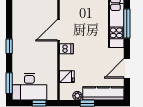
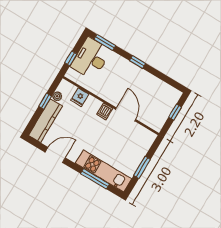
door: (127, 68) -> (55, 155), hinge flipped

